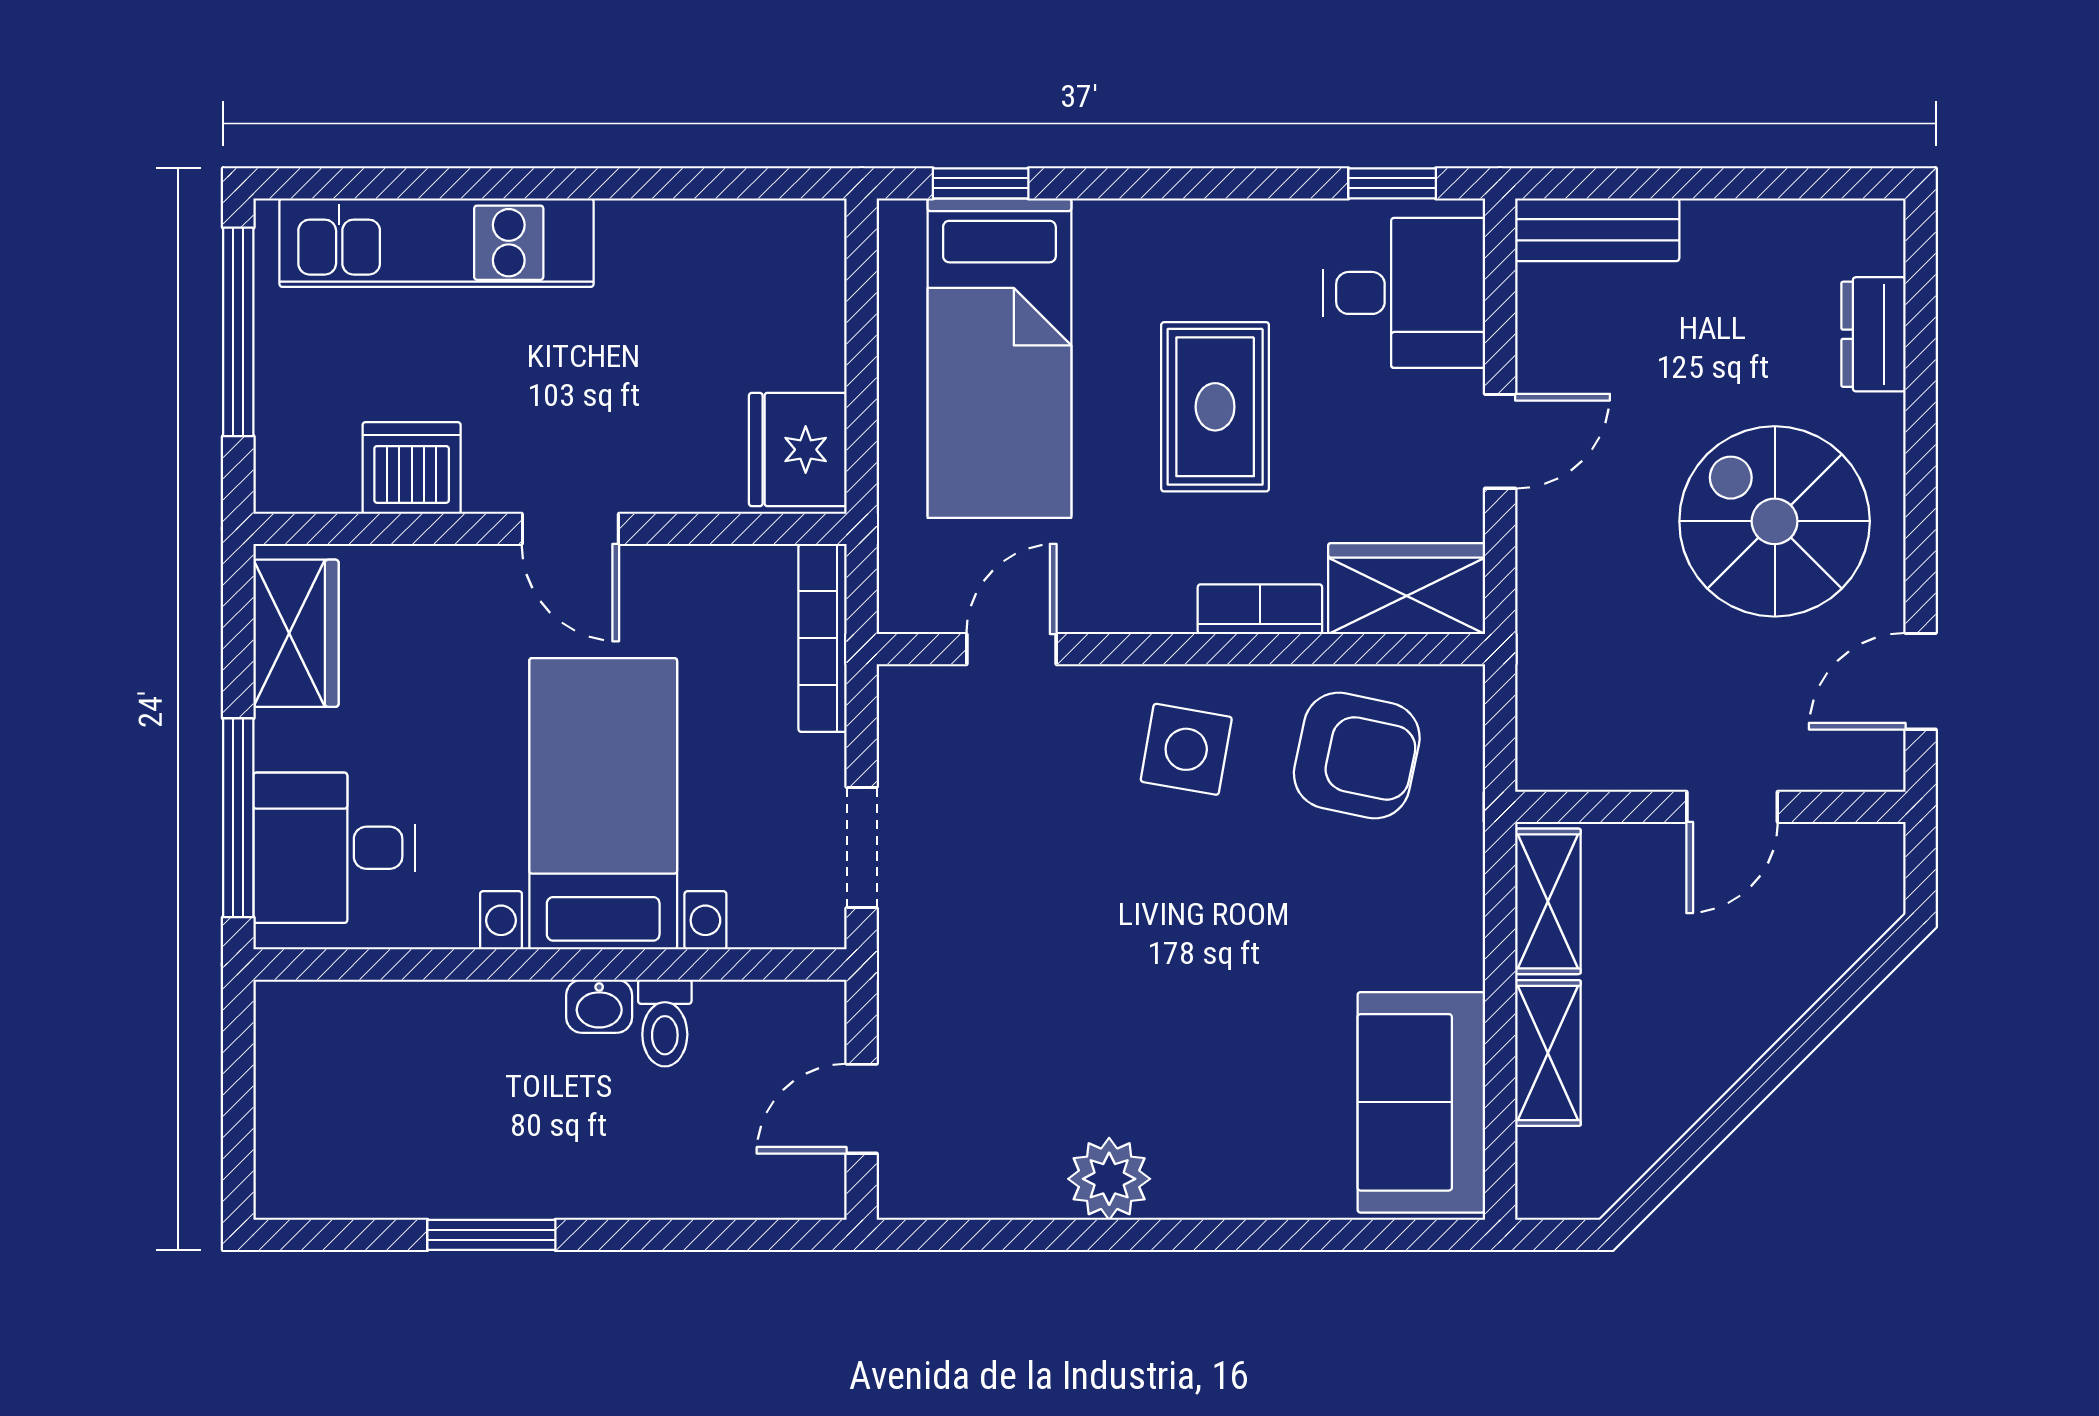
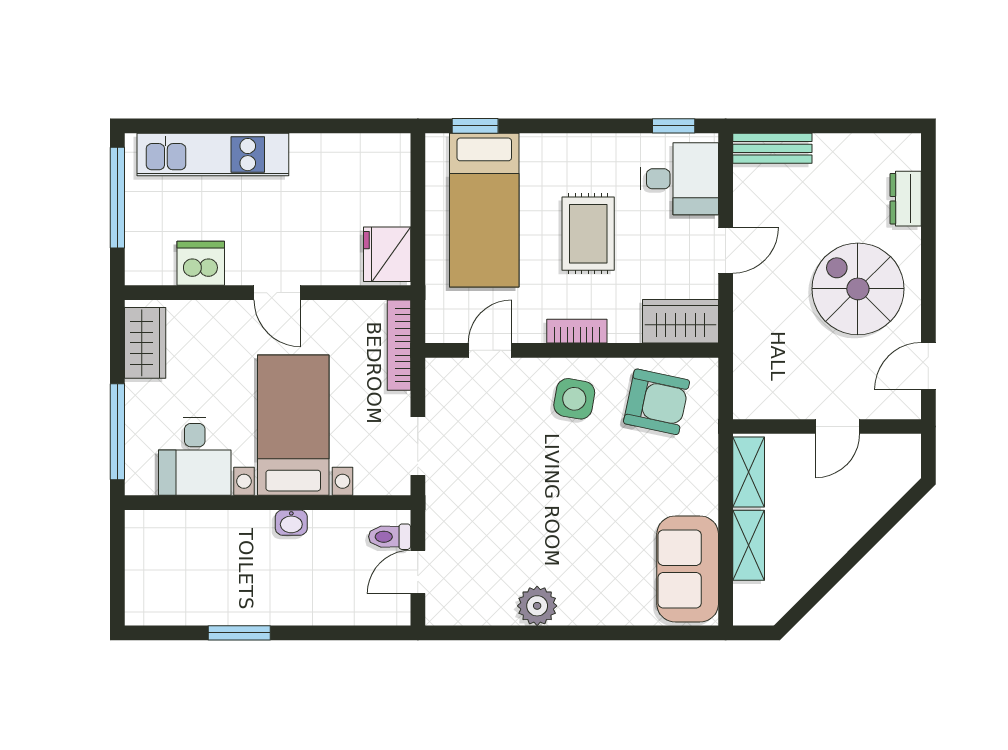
bookcase: (1260, 609) -> (577, 331), moved
desk: (334, 848) -> (195, 456), moved, turned -90
toilet: (665, 1023) -> (390, 537), moved, turned 90

